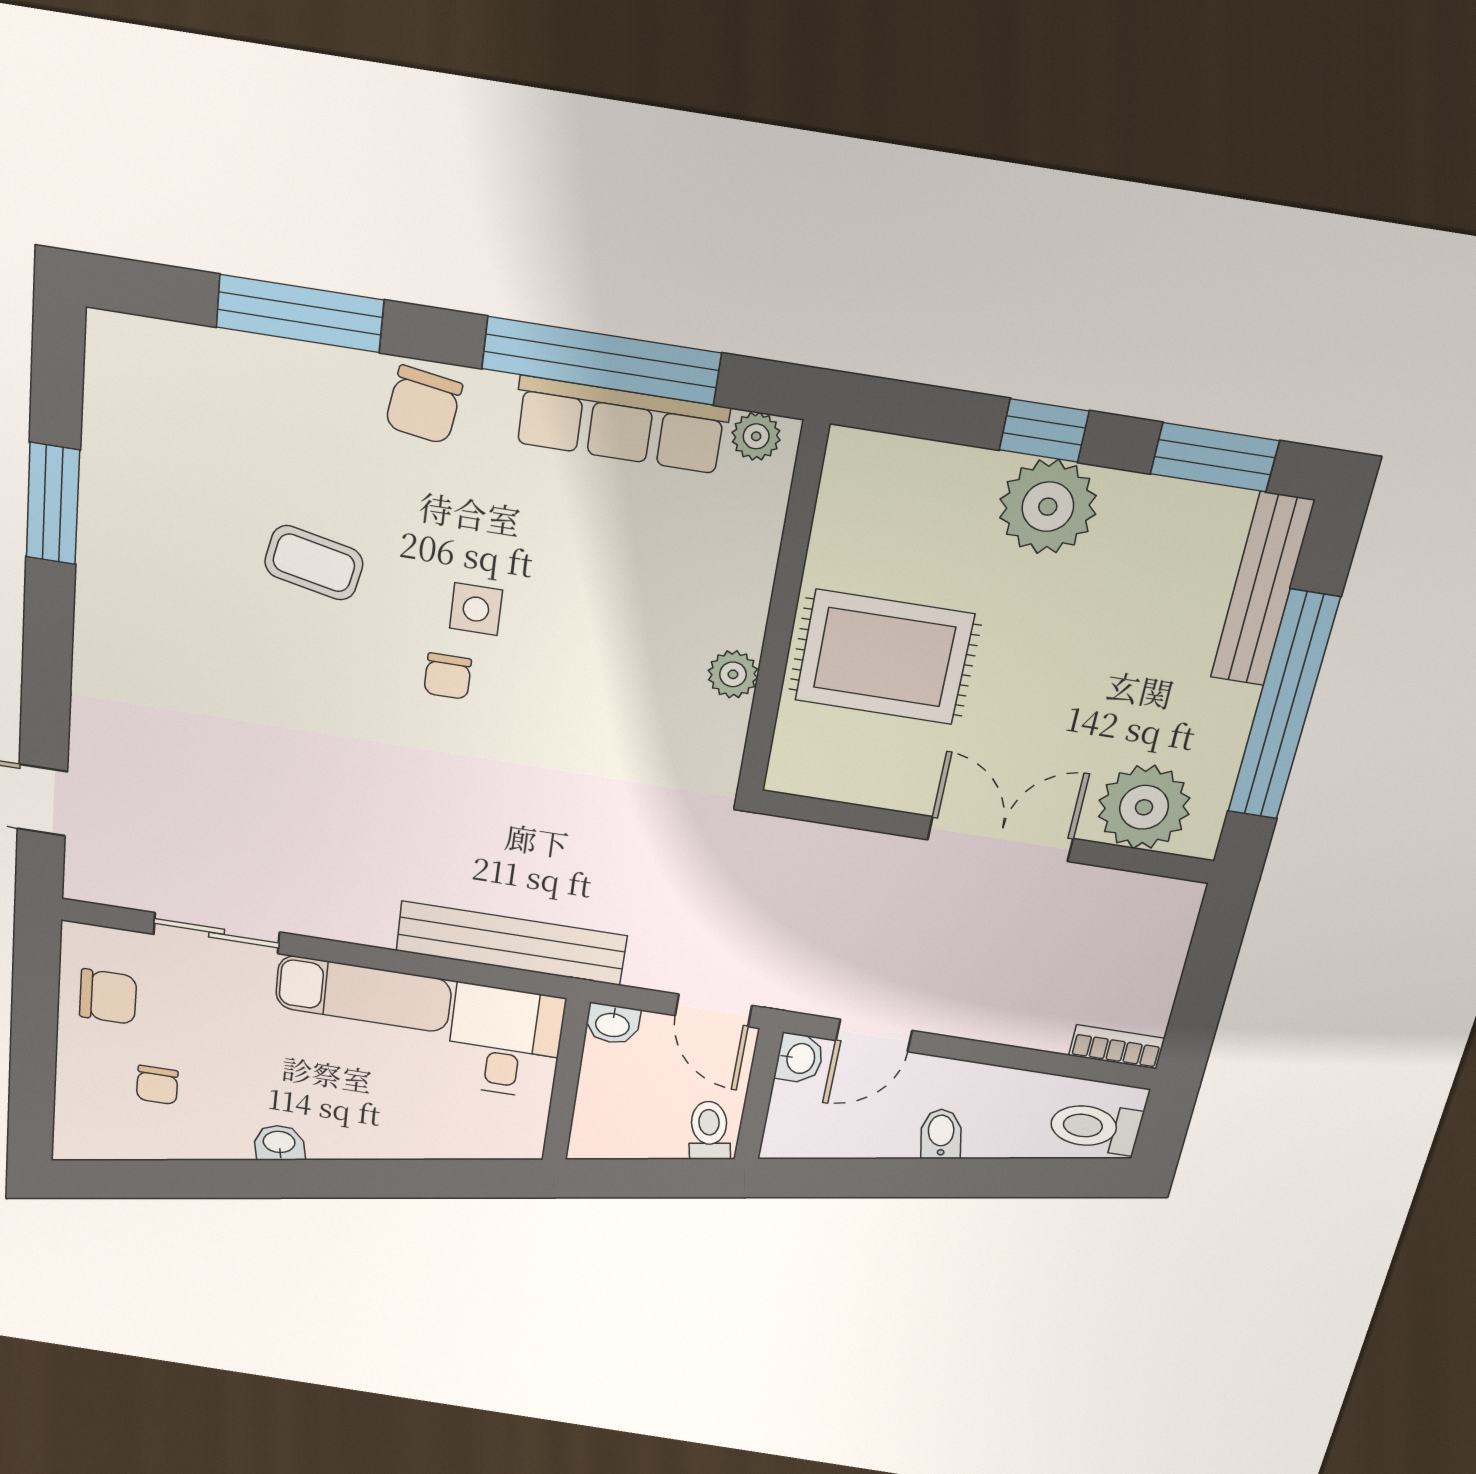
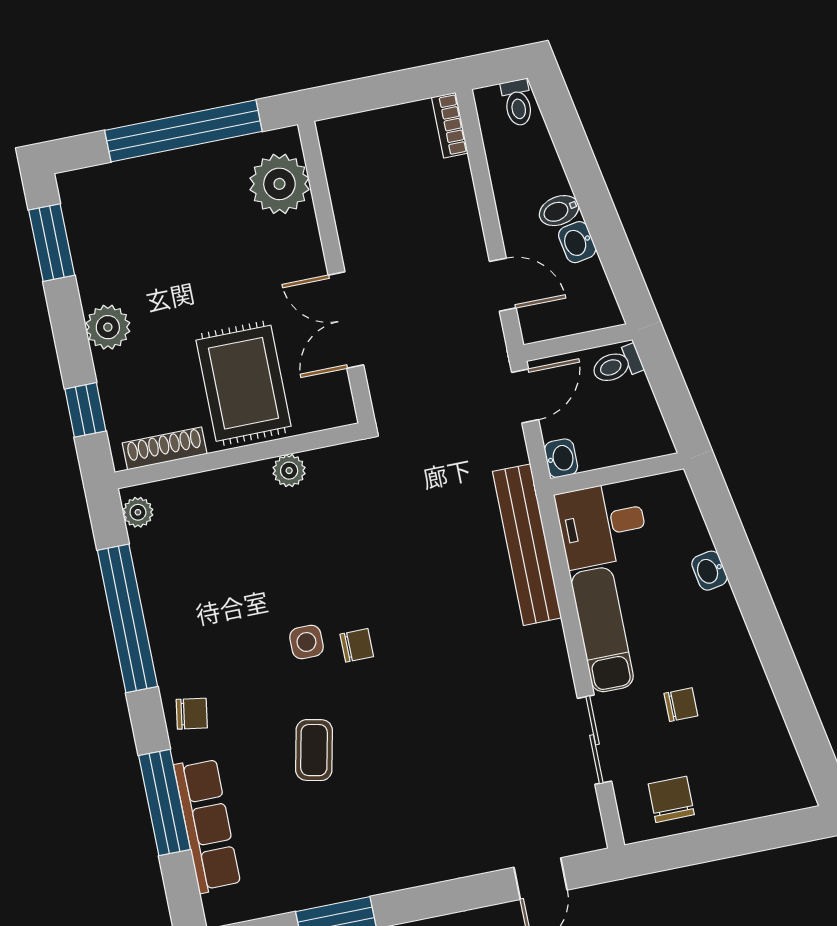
chair: (424, 405) -> (192, 714), width x0.73, depth x0.73
row of seats: (621, 425) -> (207, 825), moved
window: (1044, 430) -> (85, 410), moved
plant: (1048, 507) -> (108, 327), width x0.73, depth x0.73
shoe rack: (836, 511) -> (165, 448), added
bench: (1262, 590) -> (118, 178), removed
double door: (1000, 839) -> (346, 320), moved
washbasin: (799, 1058) -> (577, 242), moved, turned -100
chair: (157, 1085) -> (681, 705), moved
toilet: (1095, 1127) -> (517, 103), width x0.73, depth x0.72
washbasin: (279, 1143) -> (709, 571), moved

